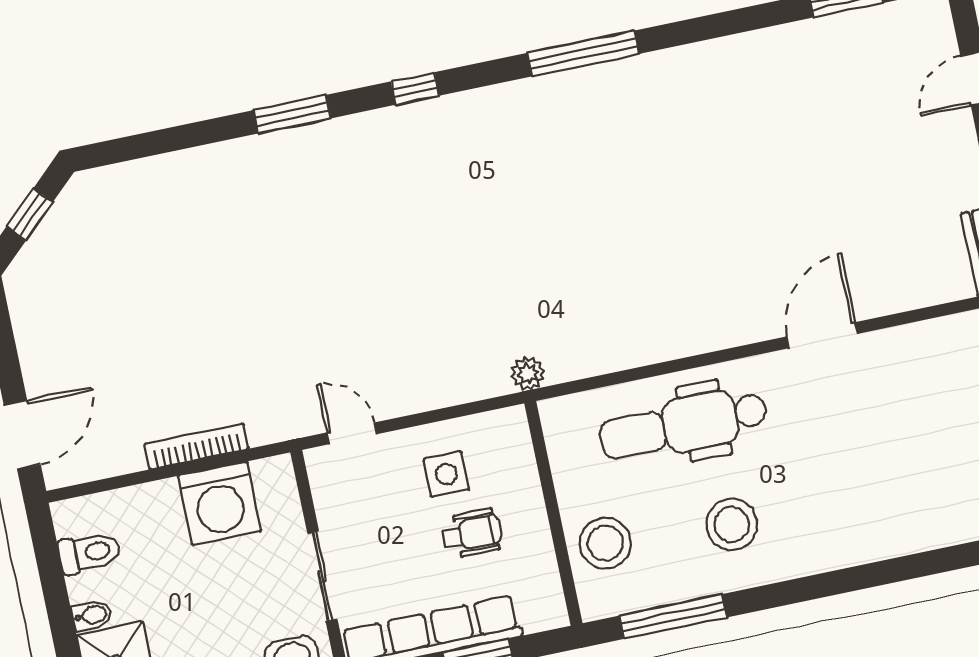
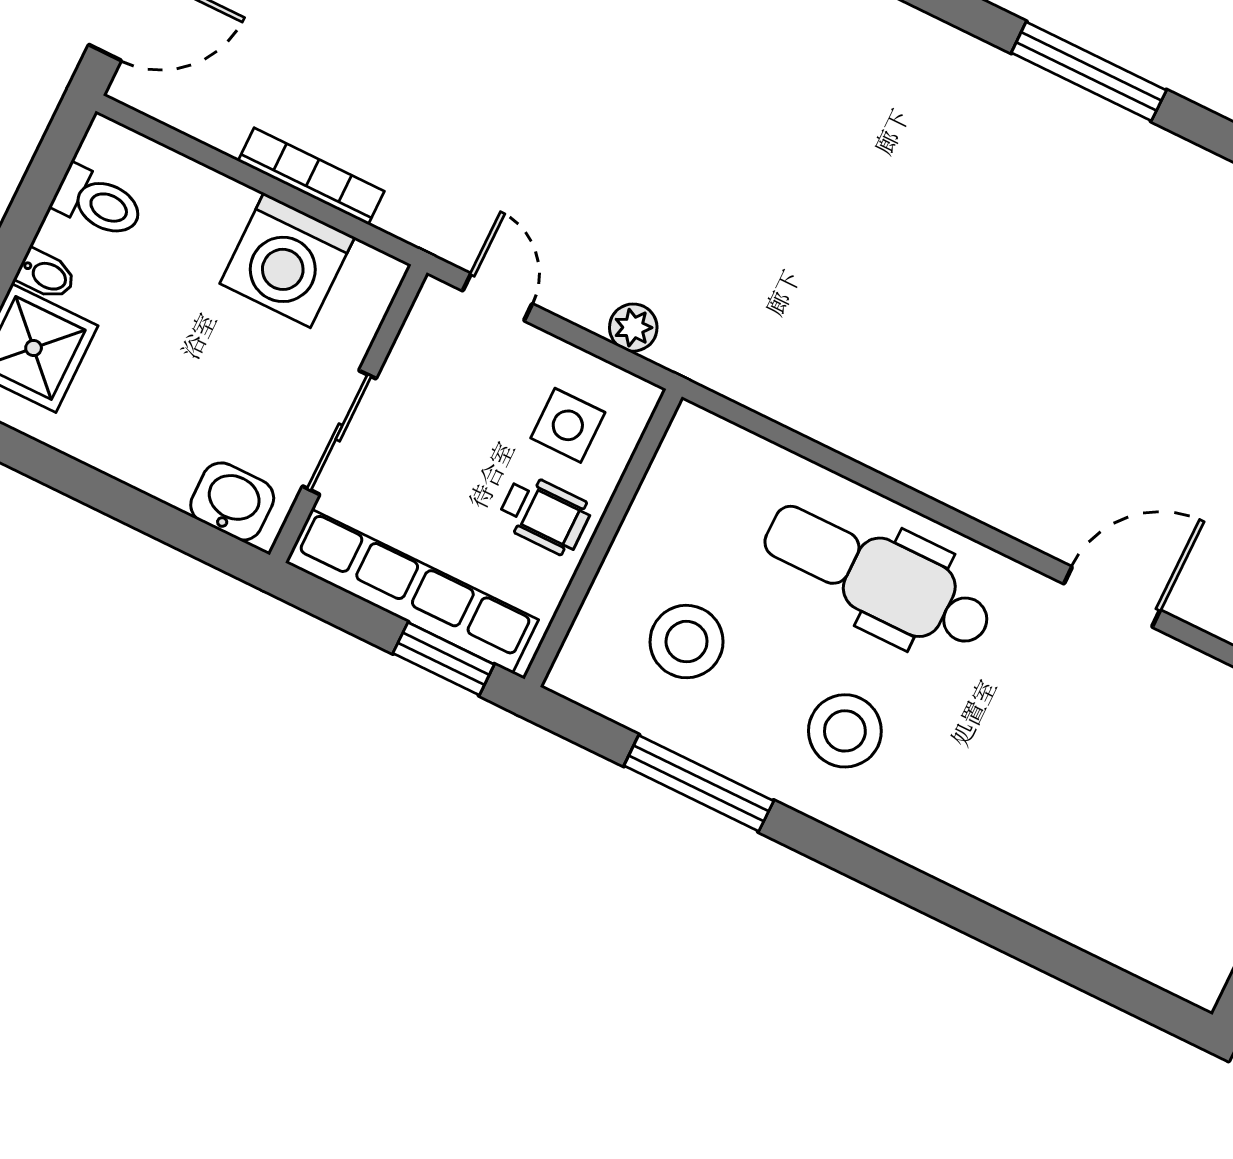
plant: (528, 373) -> (633, 328), moved
wall: (553, 513) -> (603, 538), moved

